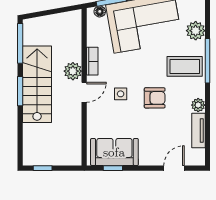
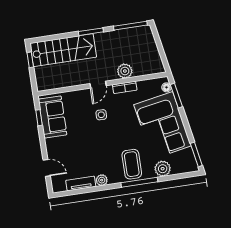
plant: (73, 71) -> (125, 71), moved
stairs: (37, 84) -> (63, 50), moved
door: (84, 92) -> (98, 85), hinge flipped
armchair: (155, 98) -> (102, 143), removed

